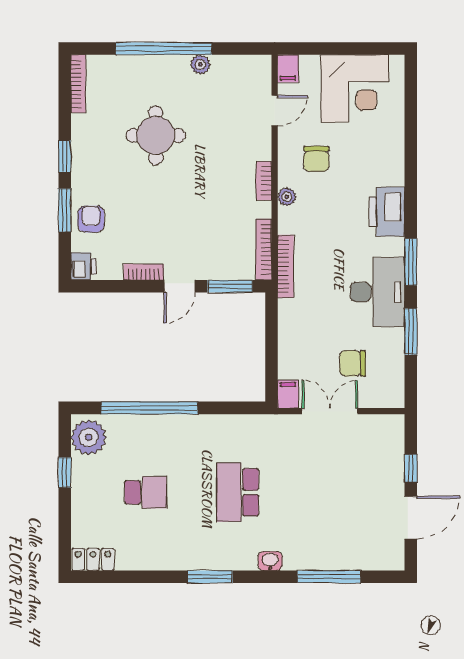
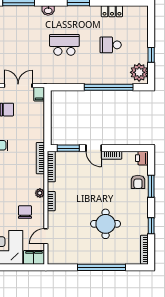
plant: (200, 64) -> (83, 259), removed
filing cabinet: (288, 69) -> (34, 257), width x2.00
window: (65, 156) -> (151, 226), moved
door: (180, 286) -> (94, 148), swing flipped
double door: (330, 411) -> (18, 86), swing flipped
school desk: (238, 492) -> (64, 45), turned -90
locker: (93, 559) -> (112, 11), moved

